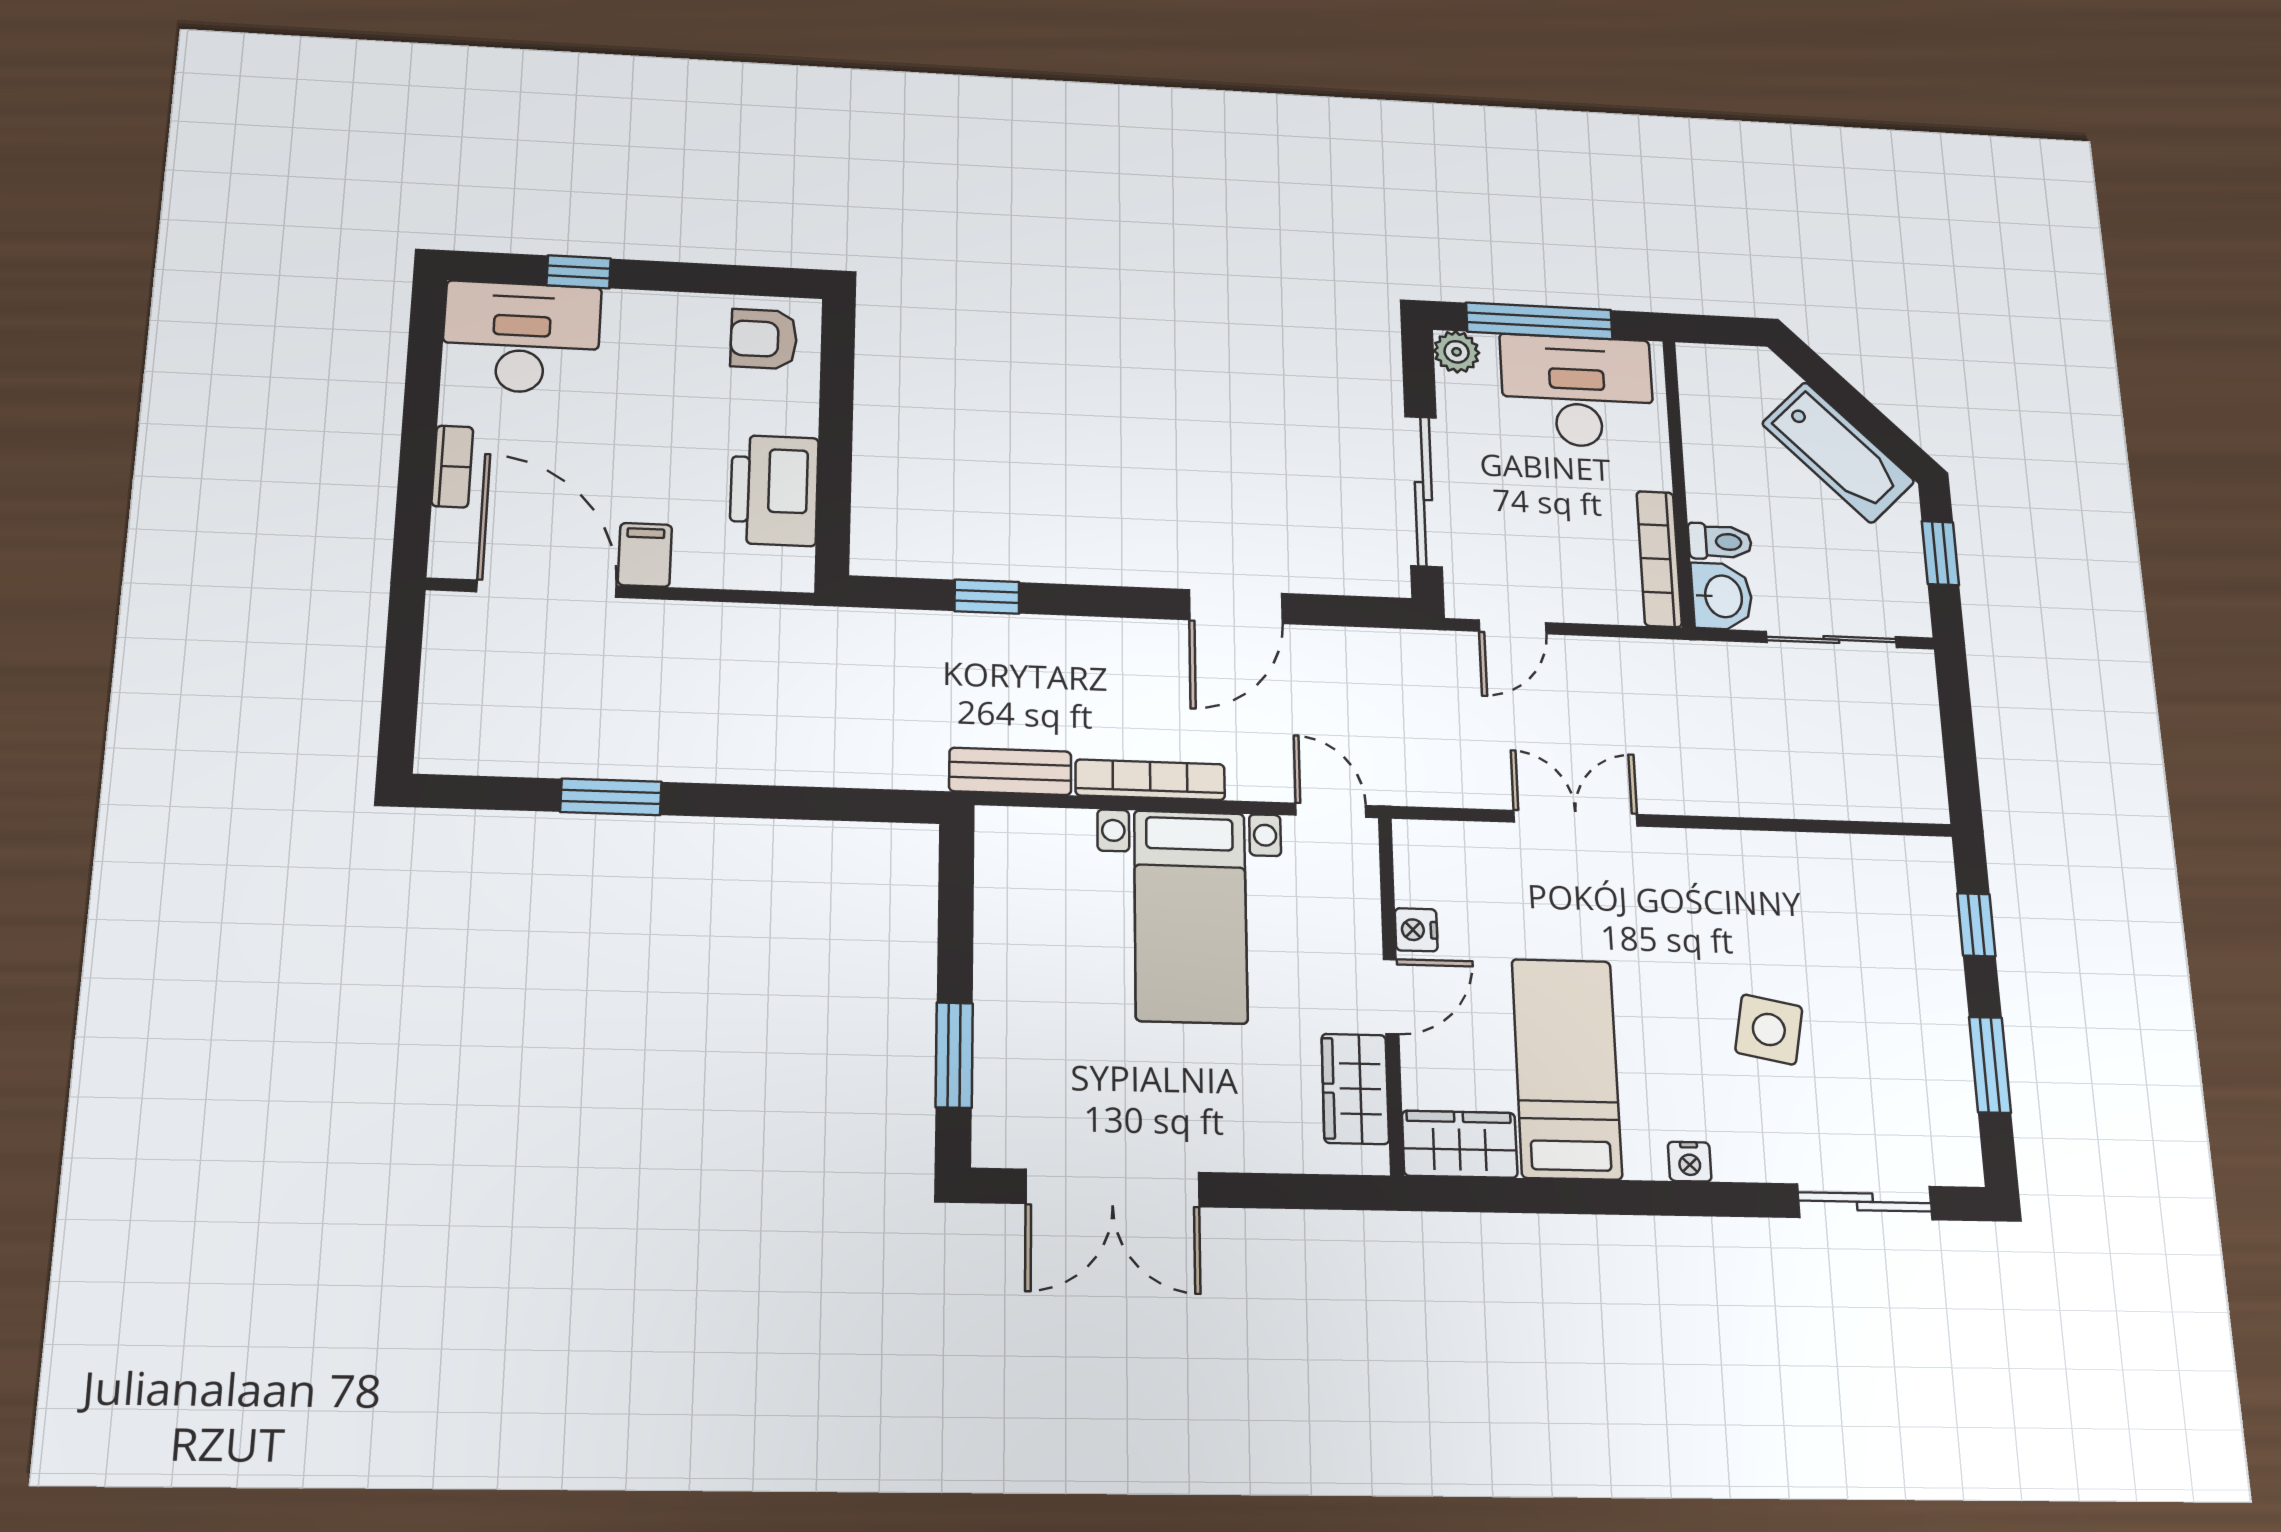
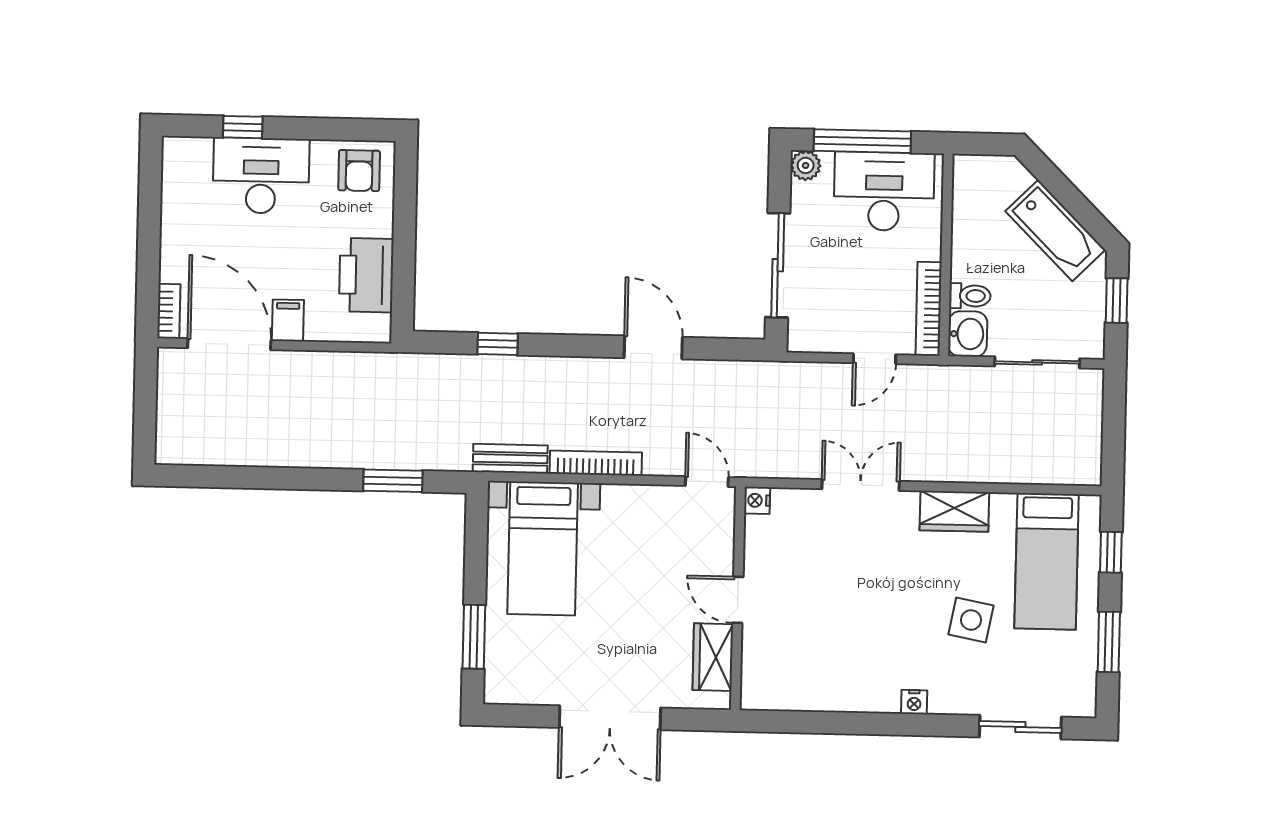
desk: (521, 338) -> (261, 176), moved
armchair: (764, 339) -> (359, 171), turned -90
bookcase: (452, 466) -> (169, 311), moved
door: (1236, 607) -> (653, 347), swing flipped
door: (1513, 627) -> (875, 359), moved
window: (611, 797) -> (393, 481), moved
bed with nightstands: (1191, 916) -> (543, 548), moved
nightstand: (1416, 930) -> (757, 500), moved
door: (1391, 996) -> (738, 600), swing flipped
bed: (1567, 1069) -> (1047, 561), moved, turned 180
wardrobe: (1460, 1144) -> (954, 511), moved, turned 180
double door: (1113, 1188) -> (610, 718), moved

